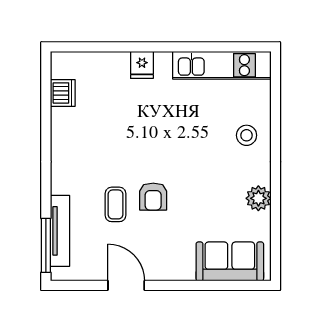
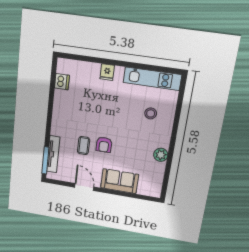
stool: (247, 135) -> (151, 113), moved
sofa: (230, 261) -> (120, 181), moved

